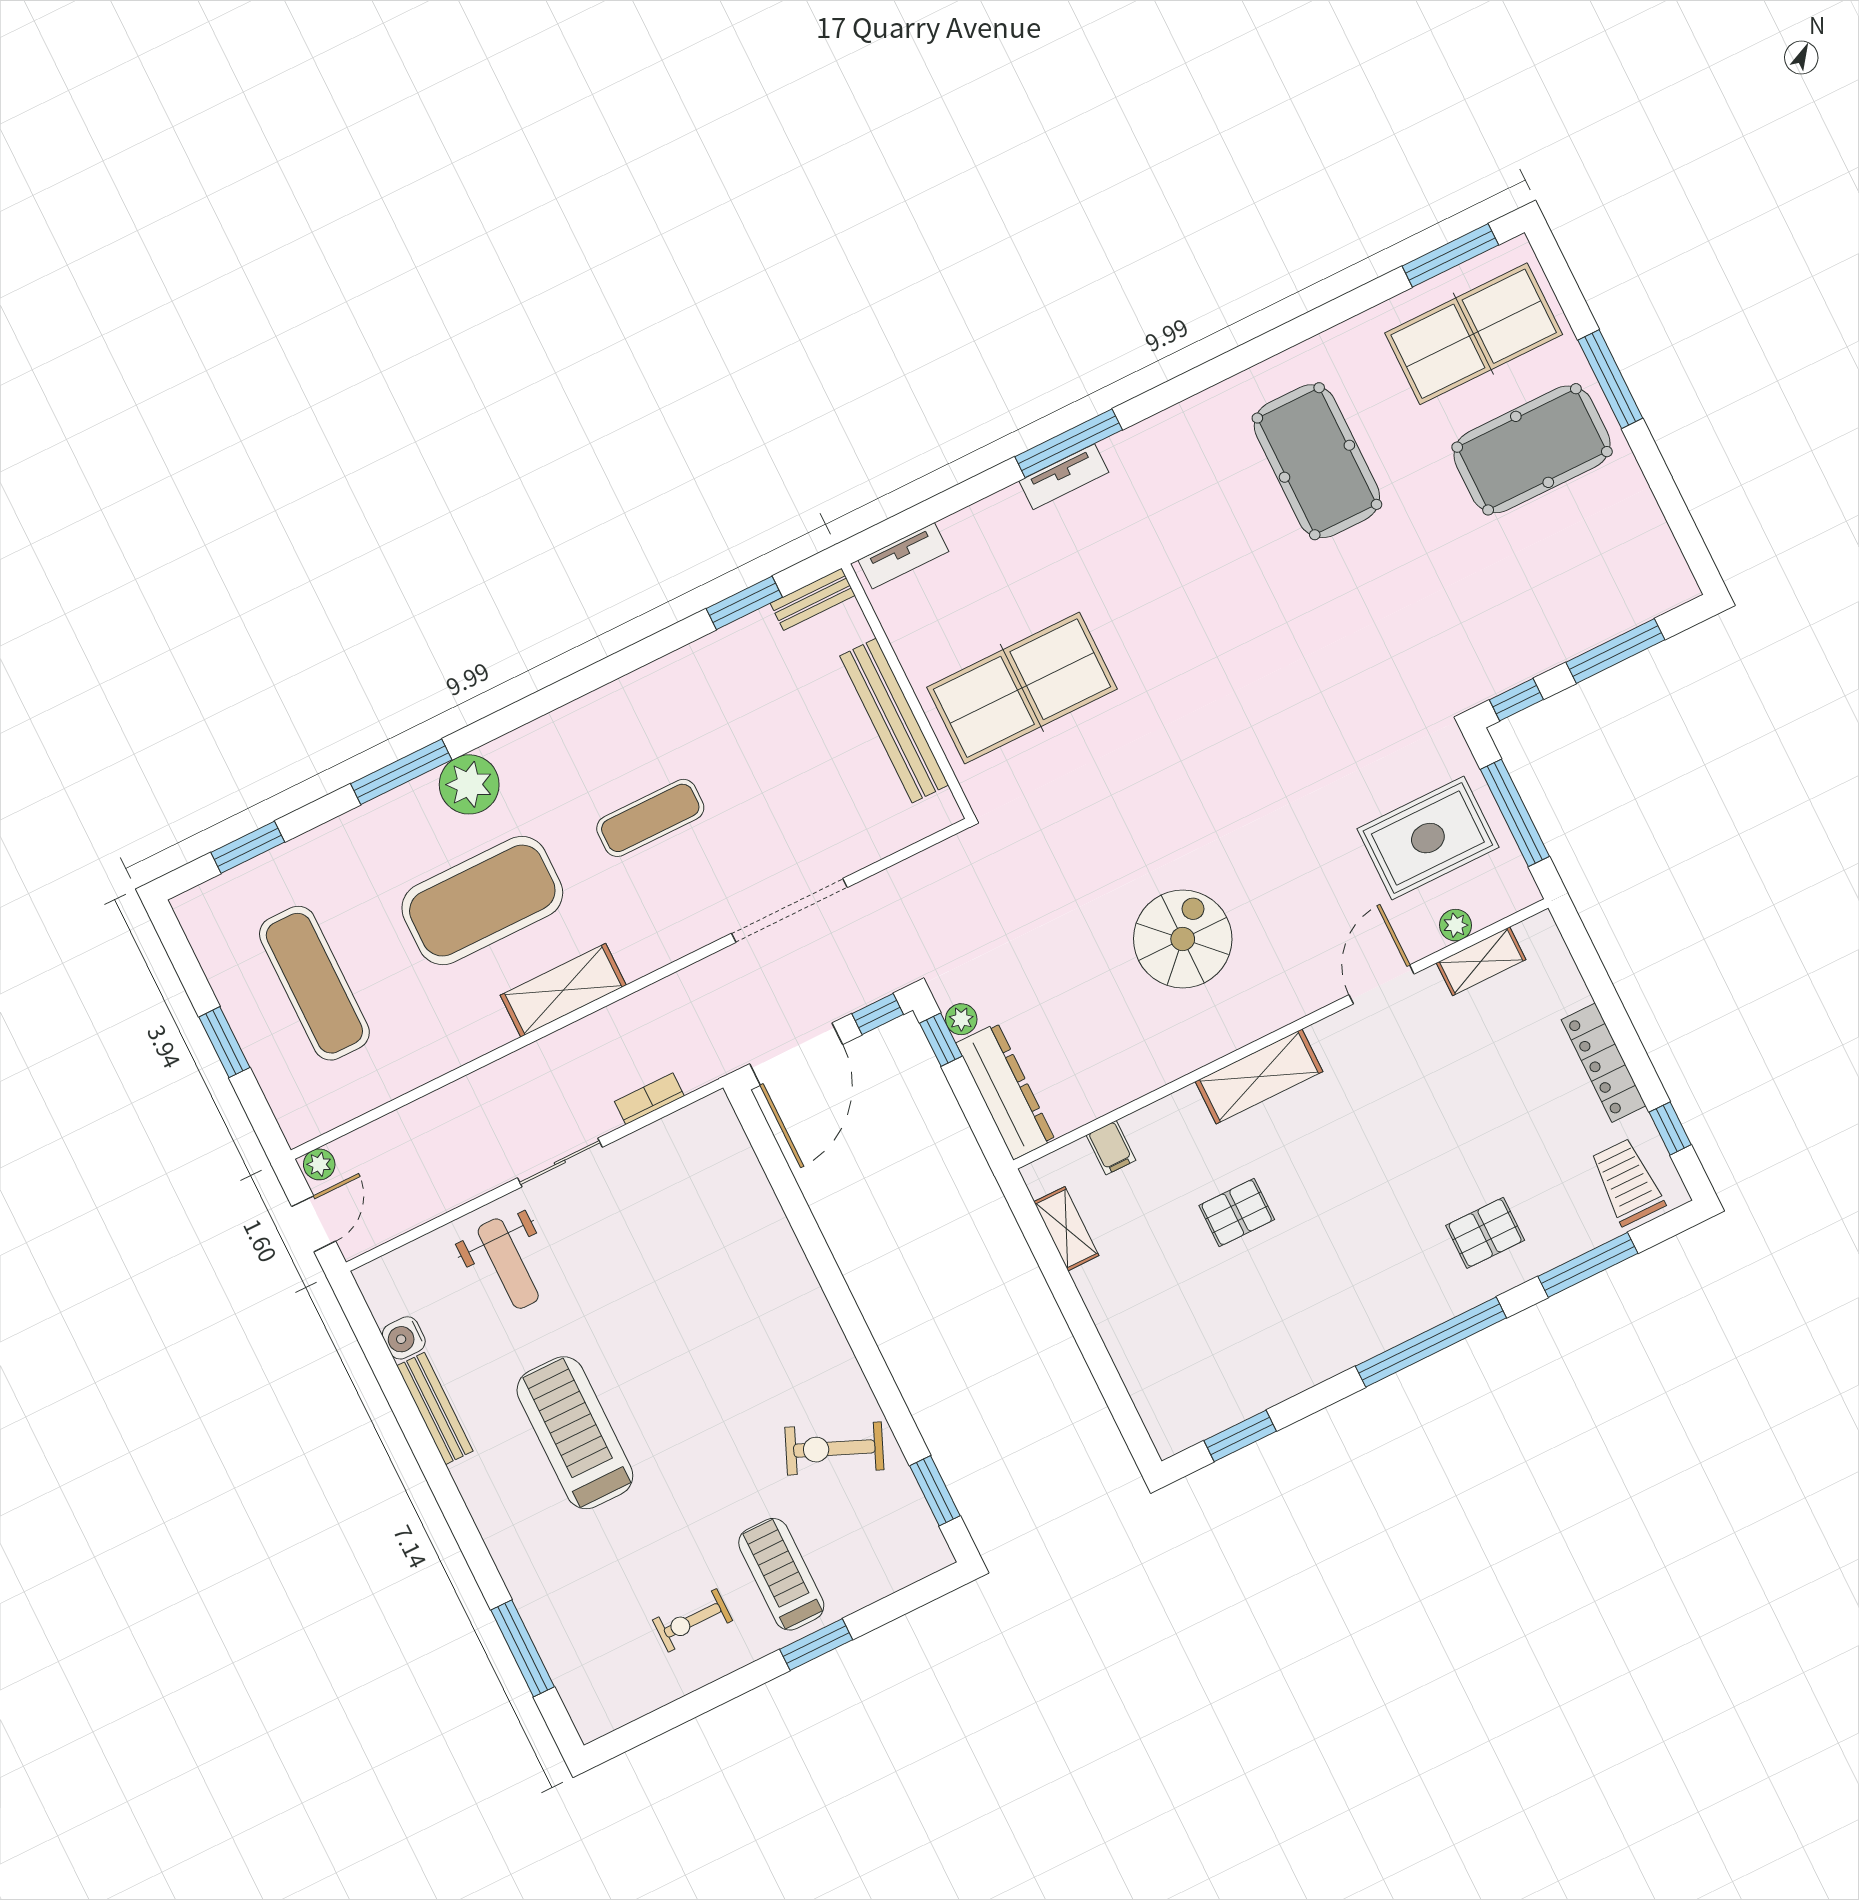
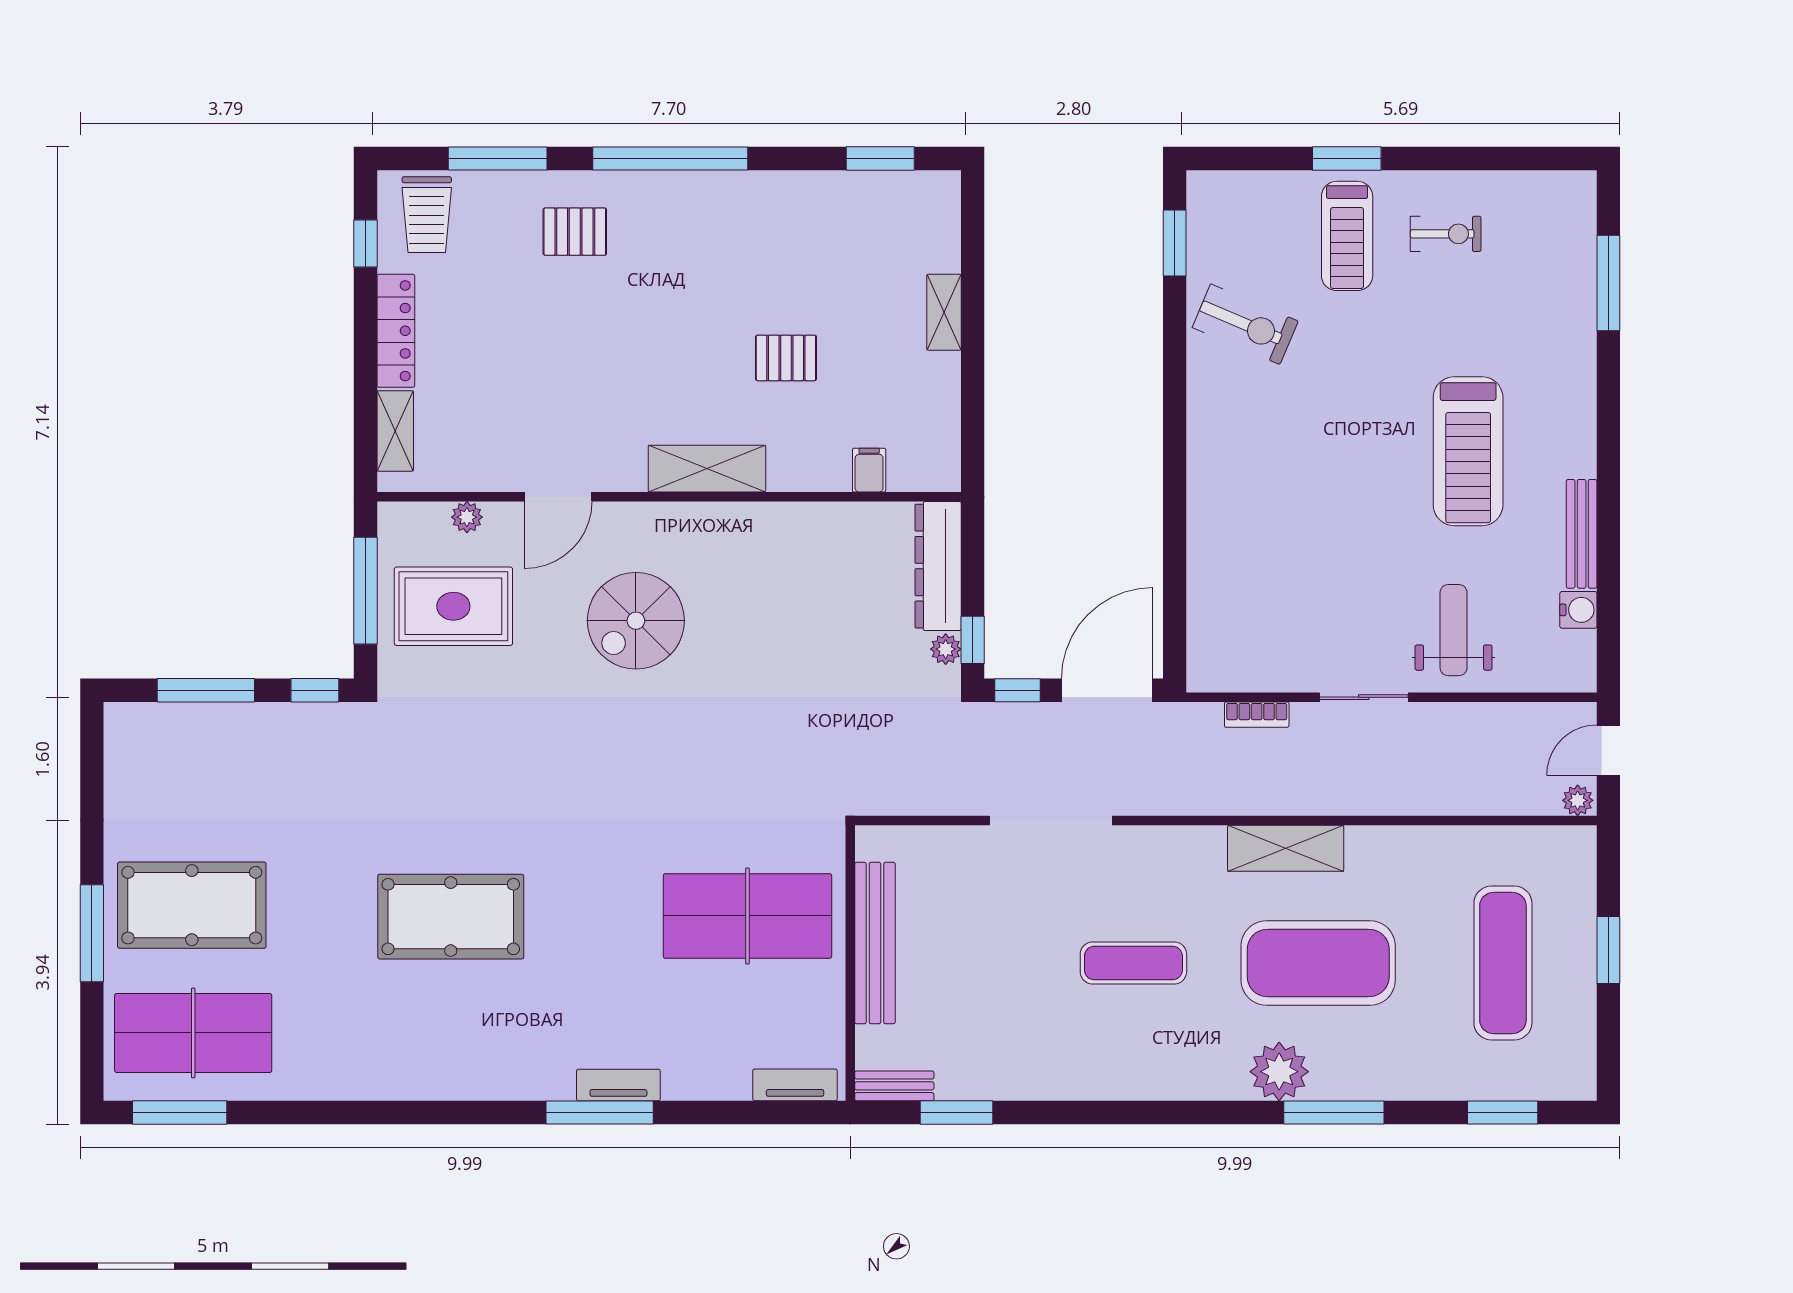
pool table: (1317, 461) -> (451, 917), moved, turned 90
spiral stairs: (1183, 939) -> (636, 621), moved
shelving: (1481, 961) -> (395, 431), moved, turned 90
shelving: (1066, 1229) -> (944, 312), moved

